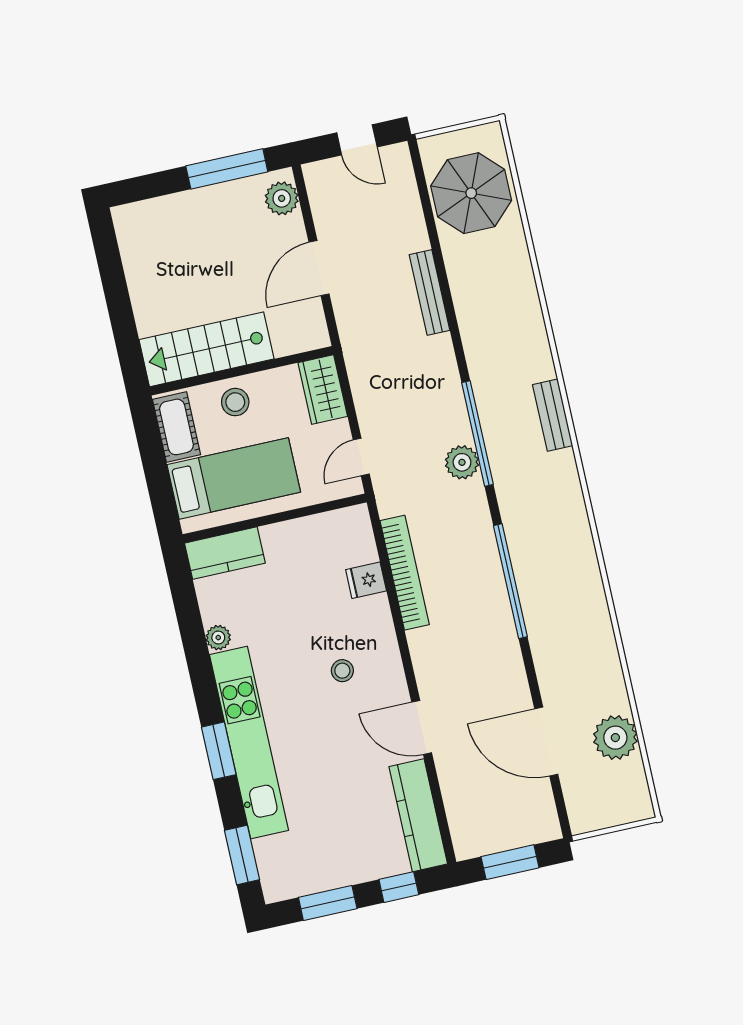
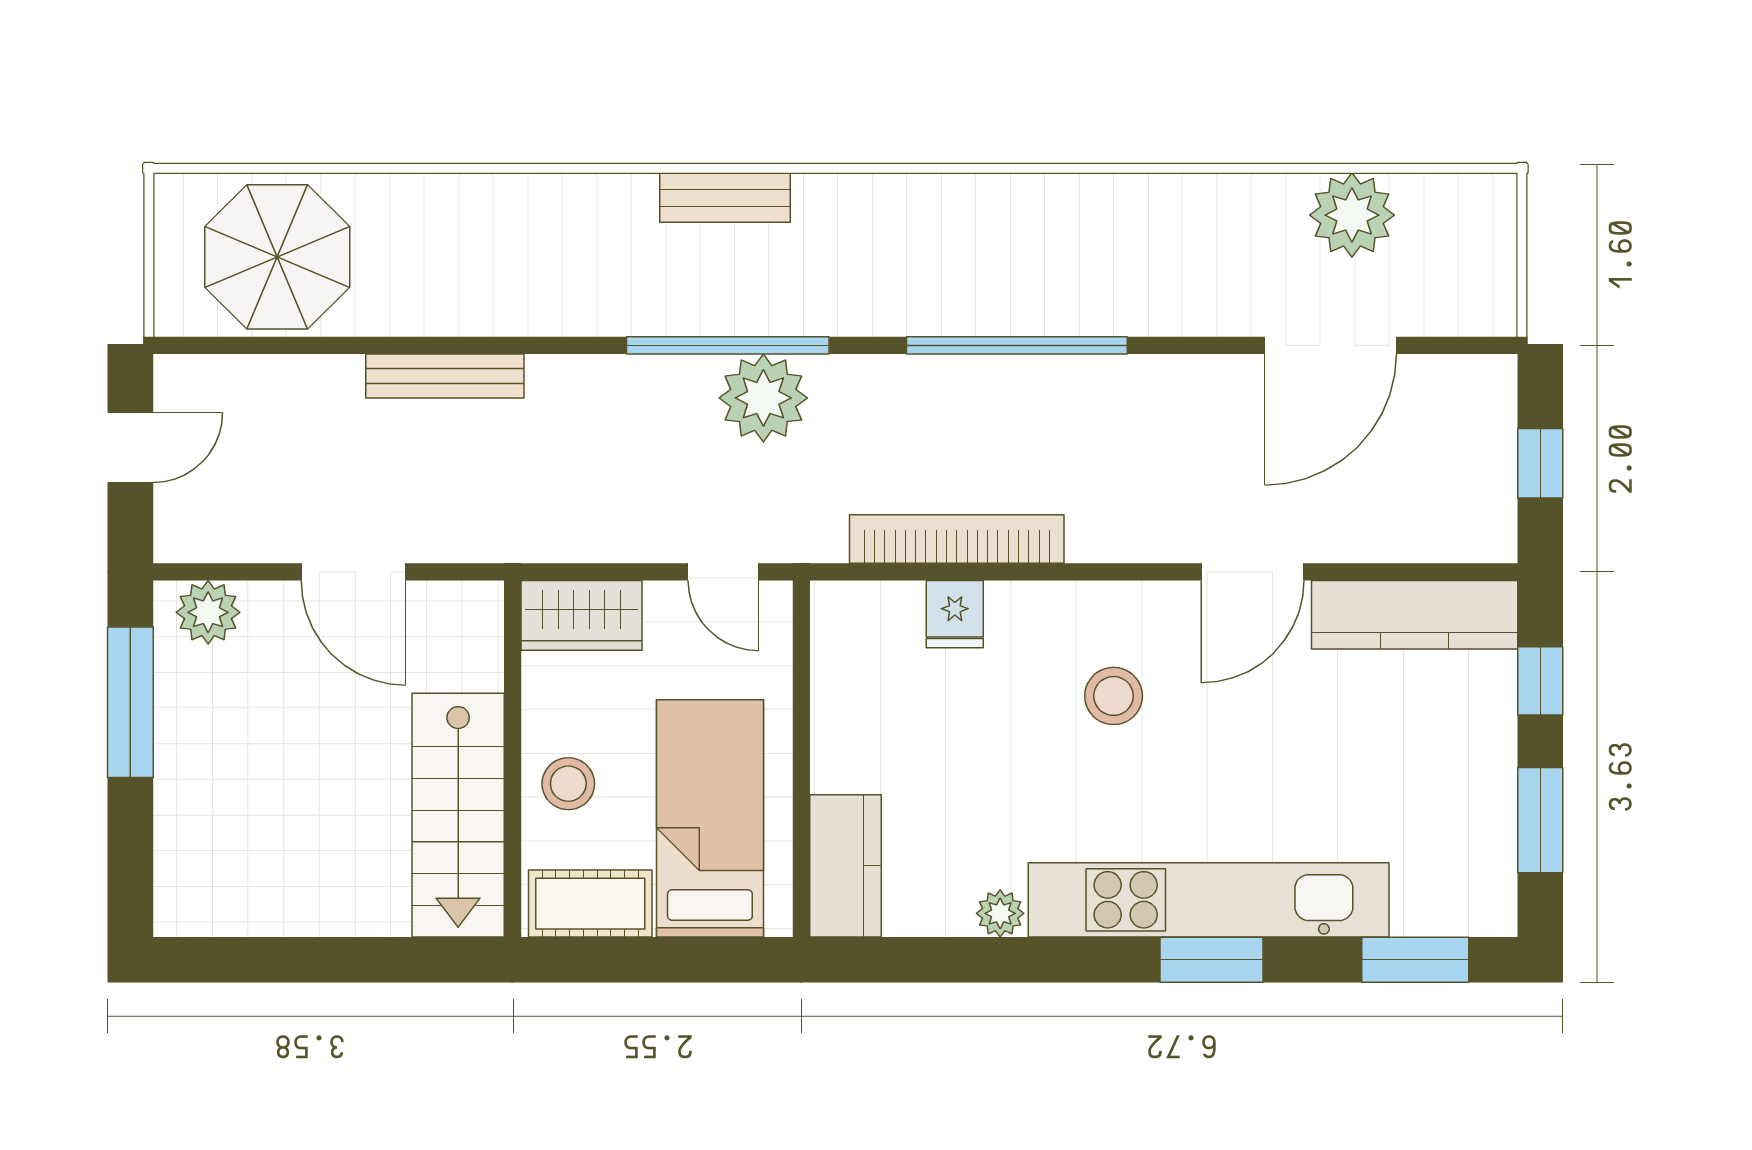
plant: (462, 462) -> (763, 398), width x1.36, depth x1.36
stool: (342, 671) -> (1114, 696), width x1.37, depth x1.37
window: (510, 862) -> (1540, 463), width x0.67

